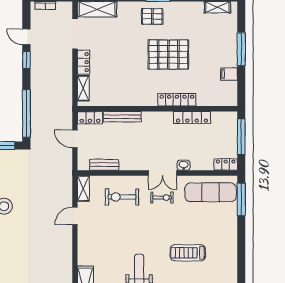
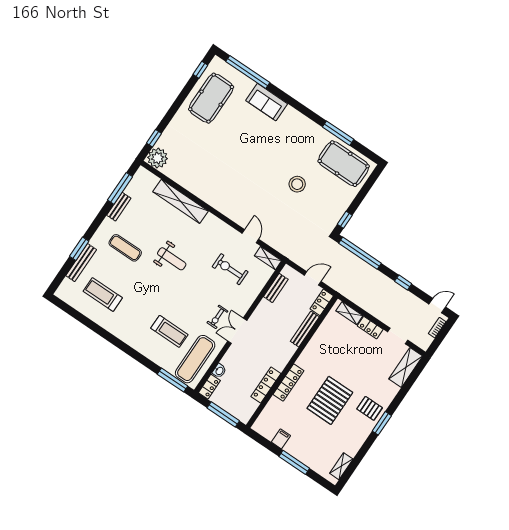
pallet: (152, 16) -> (370, 408), turned 90
doorway: (75, 34) -> (398, 336), width x0.73
door: (26, 37) -> (437, 306), moved
washbasin: (184, 165) -> (219, 371), moved
exercise bike: (122, 197) -> (230, 269), moved, turned -90
treadmill: (188, 253) -> (169, 331), moved, turned 90

